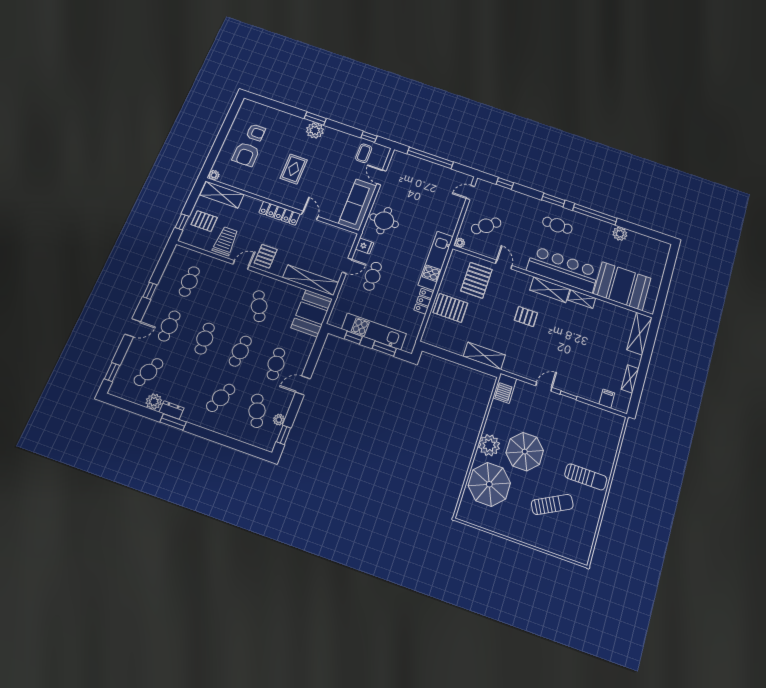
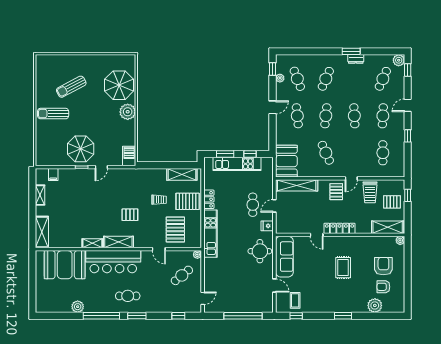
plant: (315, 131) -> (375, 305), moved
trolley: (485, 322) -> (159, 200), added
shelving: (484, 356) -> (182, 174), moved
plant: (154, 402) -> (399, 60), moved
parasol: (525, 452) -> (81, 149), moved

